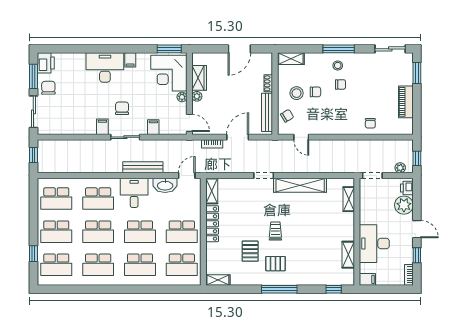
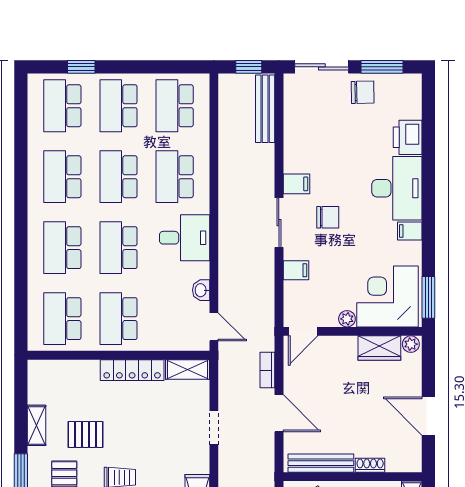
printer: (46, 63) -> (408, 137), moved, turned 90
plant: (197, 96) -> (411, 344), moved
bench: (143, 167) -> (265, 109), moved
doorway: (264, 175) -> (214, 428), moved
washbasin: (165, 185) -> (201, 290), width x0.52, depth x0.69
shelving: (218, 280) -> (37, 425), moved

